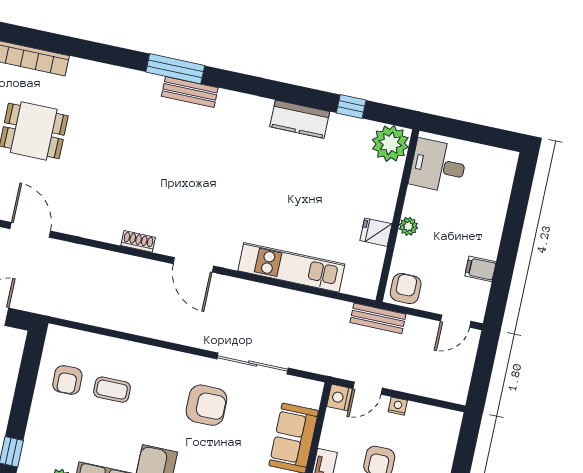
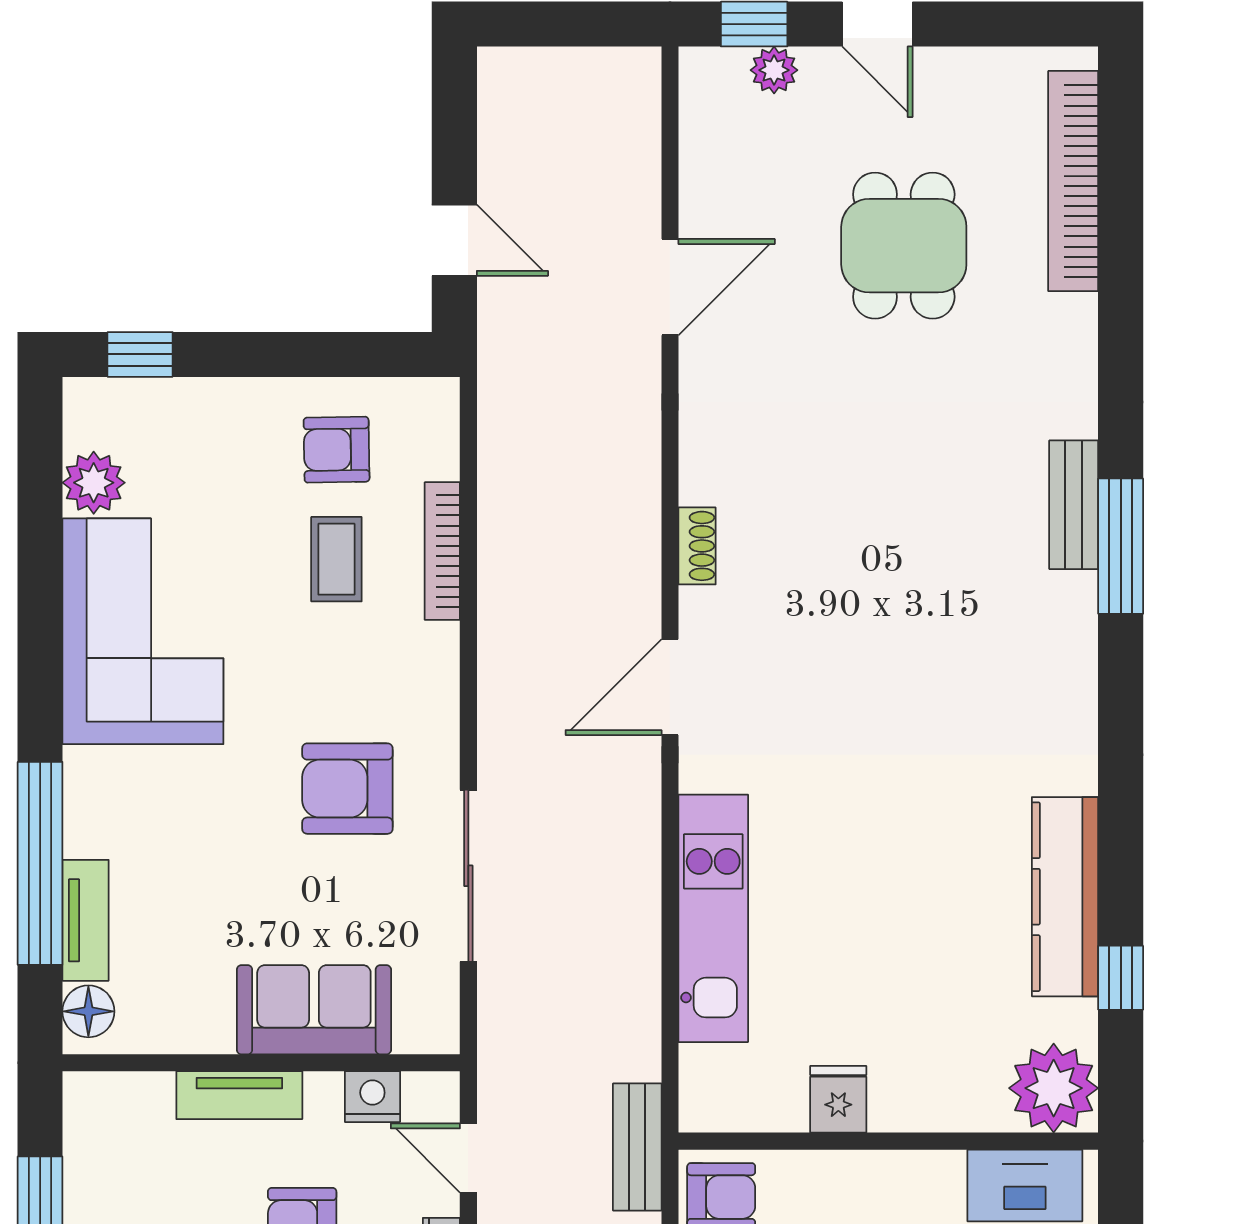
bench: (190, 92) -> (1074, 505), moved
kitchen counter: (300, 119) -> (1065, 897), width x1.50
plant: (408, 226) -> (868, 1172), removed
bookcase: (118, 346) -> (442, 551), added
nightstand: (339, 397) -> (372, 1097), moved
armchair: (206, 405) -> (347, 789), turned 90

